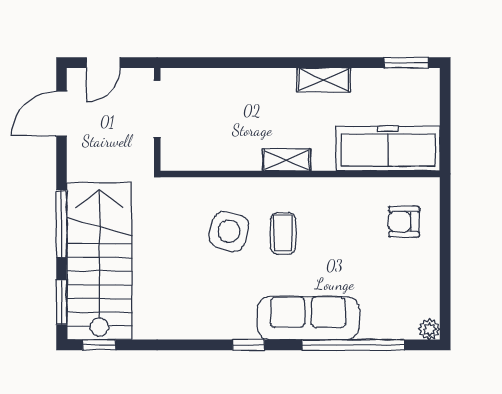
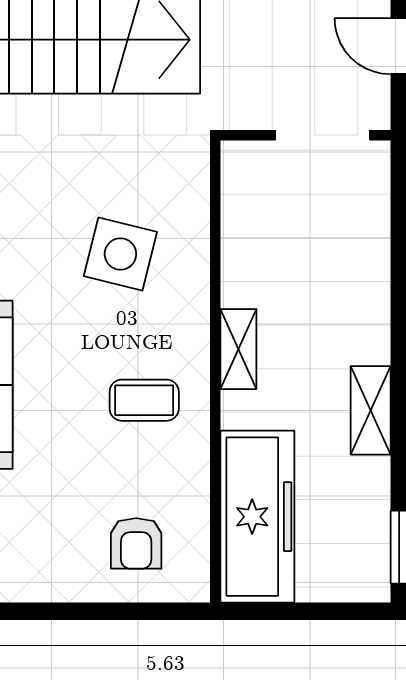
armchair: (404, 222) -> (136, 543), turned 180
coffee table: (283, 233) -> (144, 400), moved

